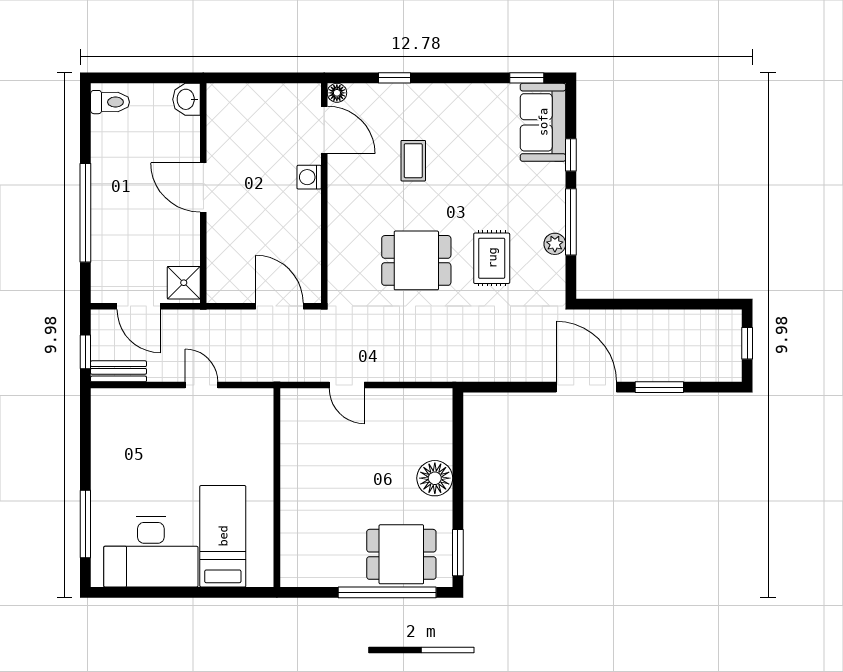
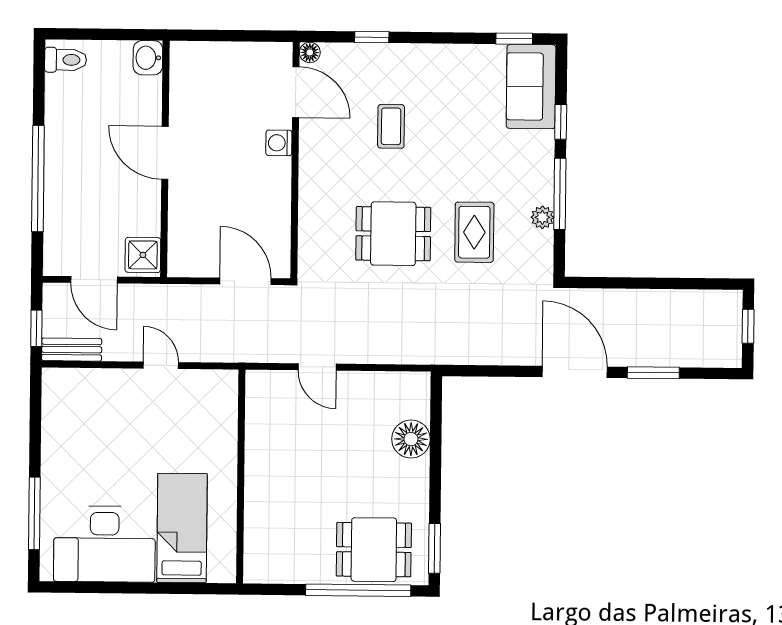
floor lamp: (435, 478) -> (411, 439), moved

